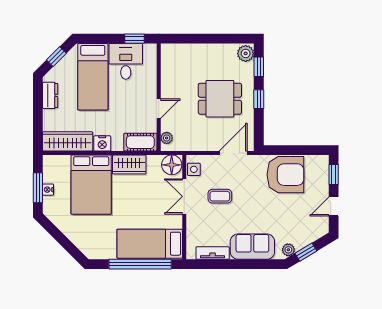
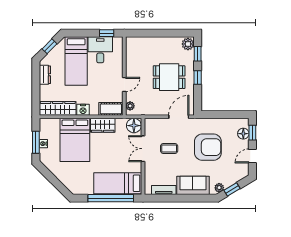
side table: (194, 169) -> (150, 129), removed
armchair: (285, 175) -> (208, 147), moved
floor lamp: (321, 176) -> (243, 134), added

